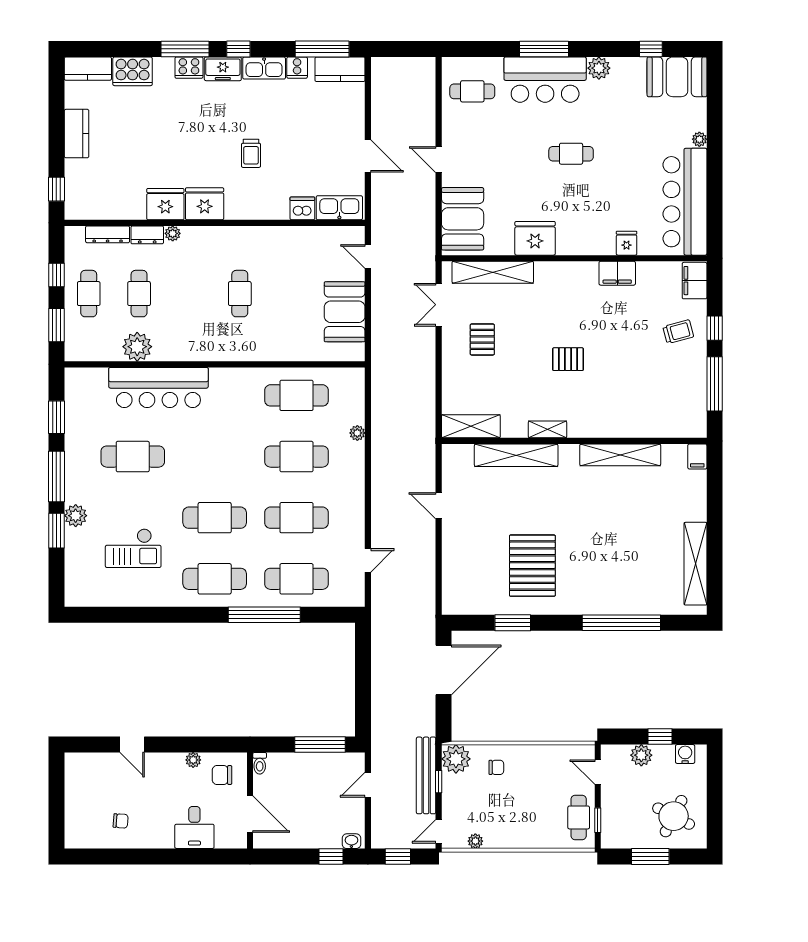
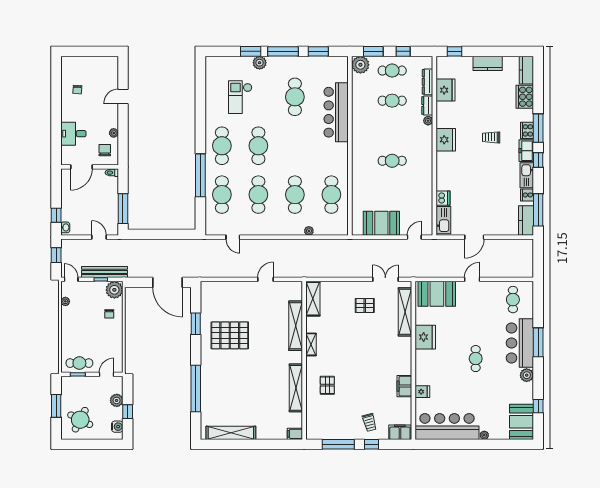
trolley: (251, 153) -> (491, 137), moved
fridge: (165, 204) -> (446, 90), moved
plant: (137, 347) -> (360, 65), moved
pallet: (568, 359) -> (327, 385), moved

